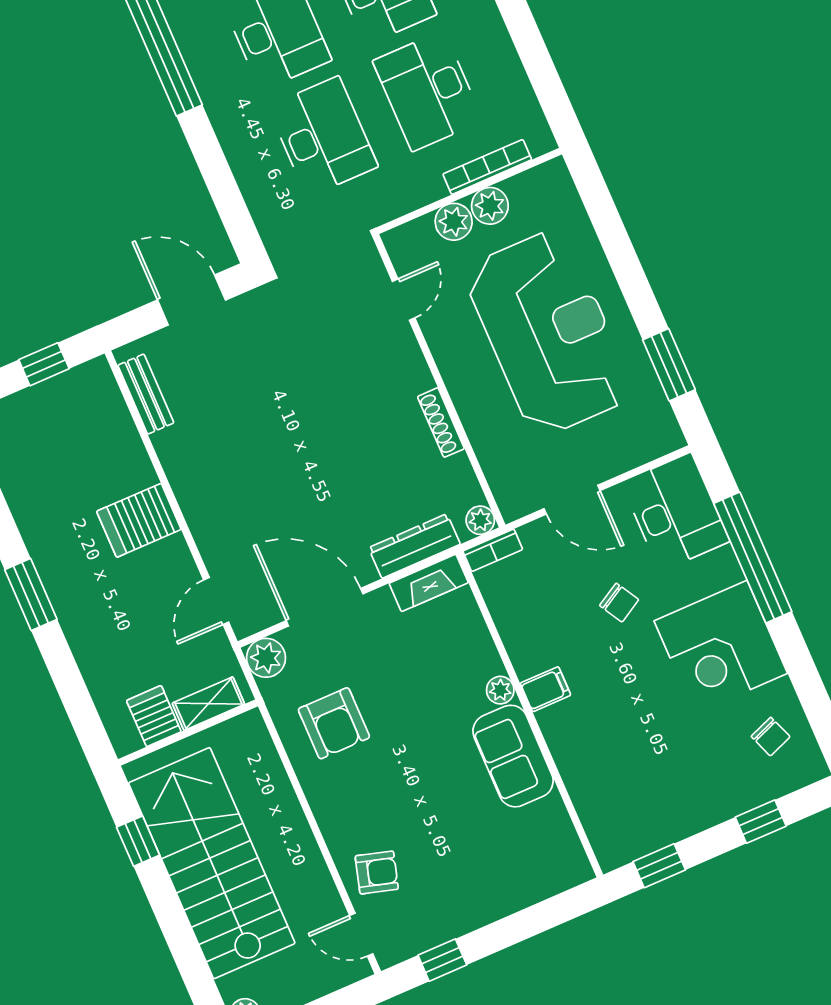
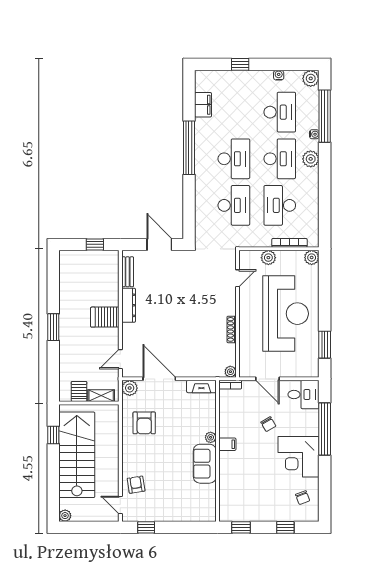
plant: (490, 206) -> (312, 258), moved
desk: (676, 512) -> (304, 395), width x0.73
dresser: (414, 546) -> (129, 305), moved, turned 90
armchair: (377, 873) -> (136, 485), turned -115

